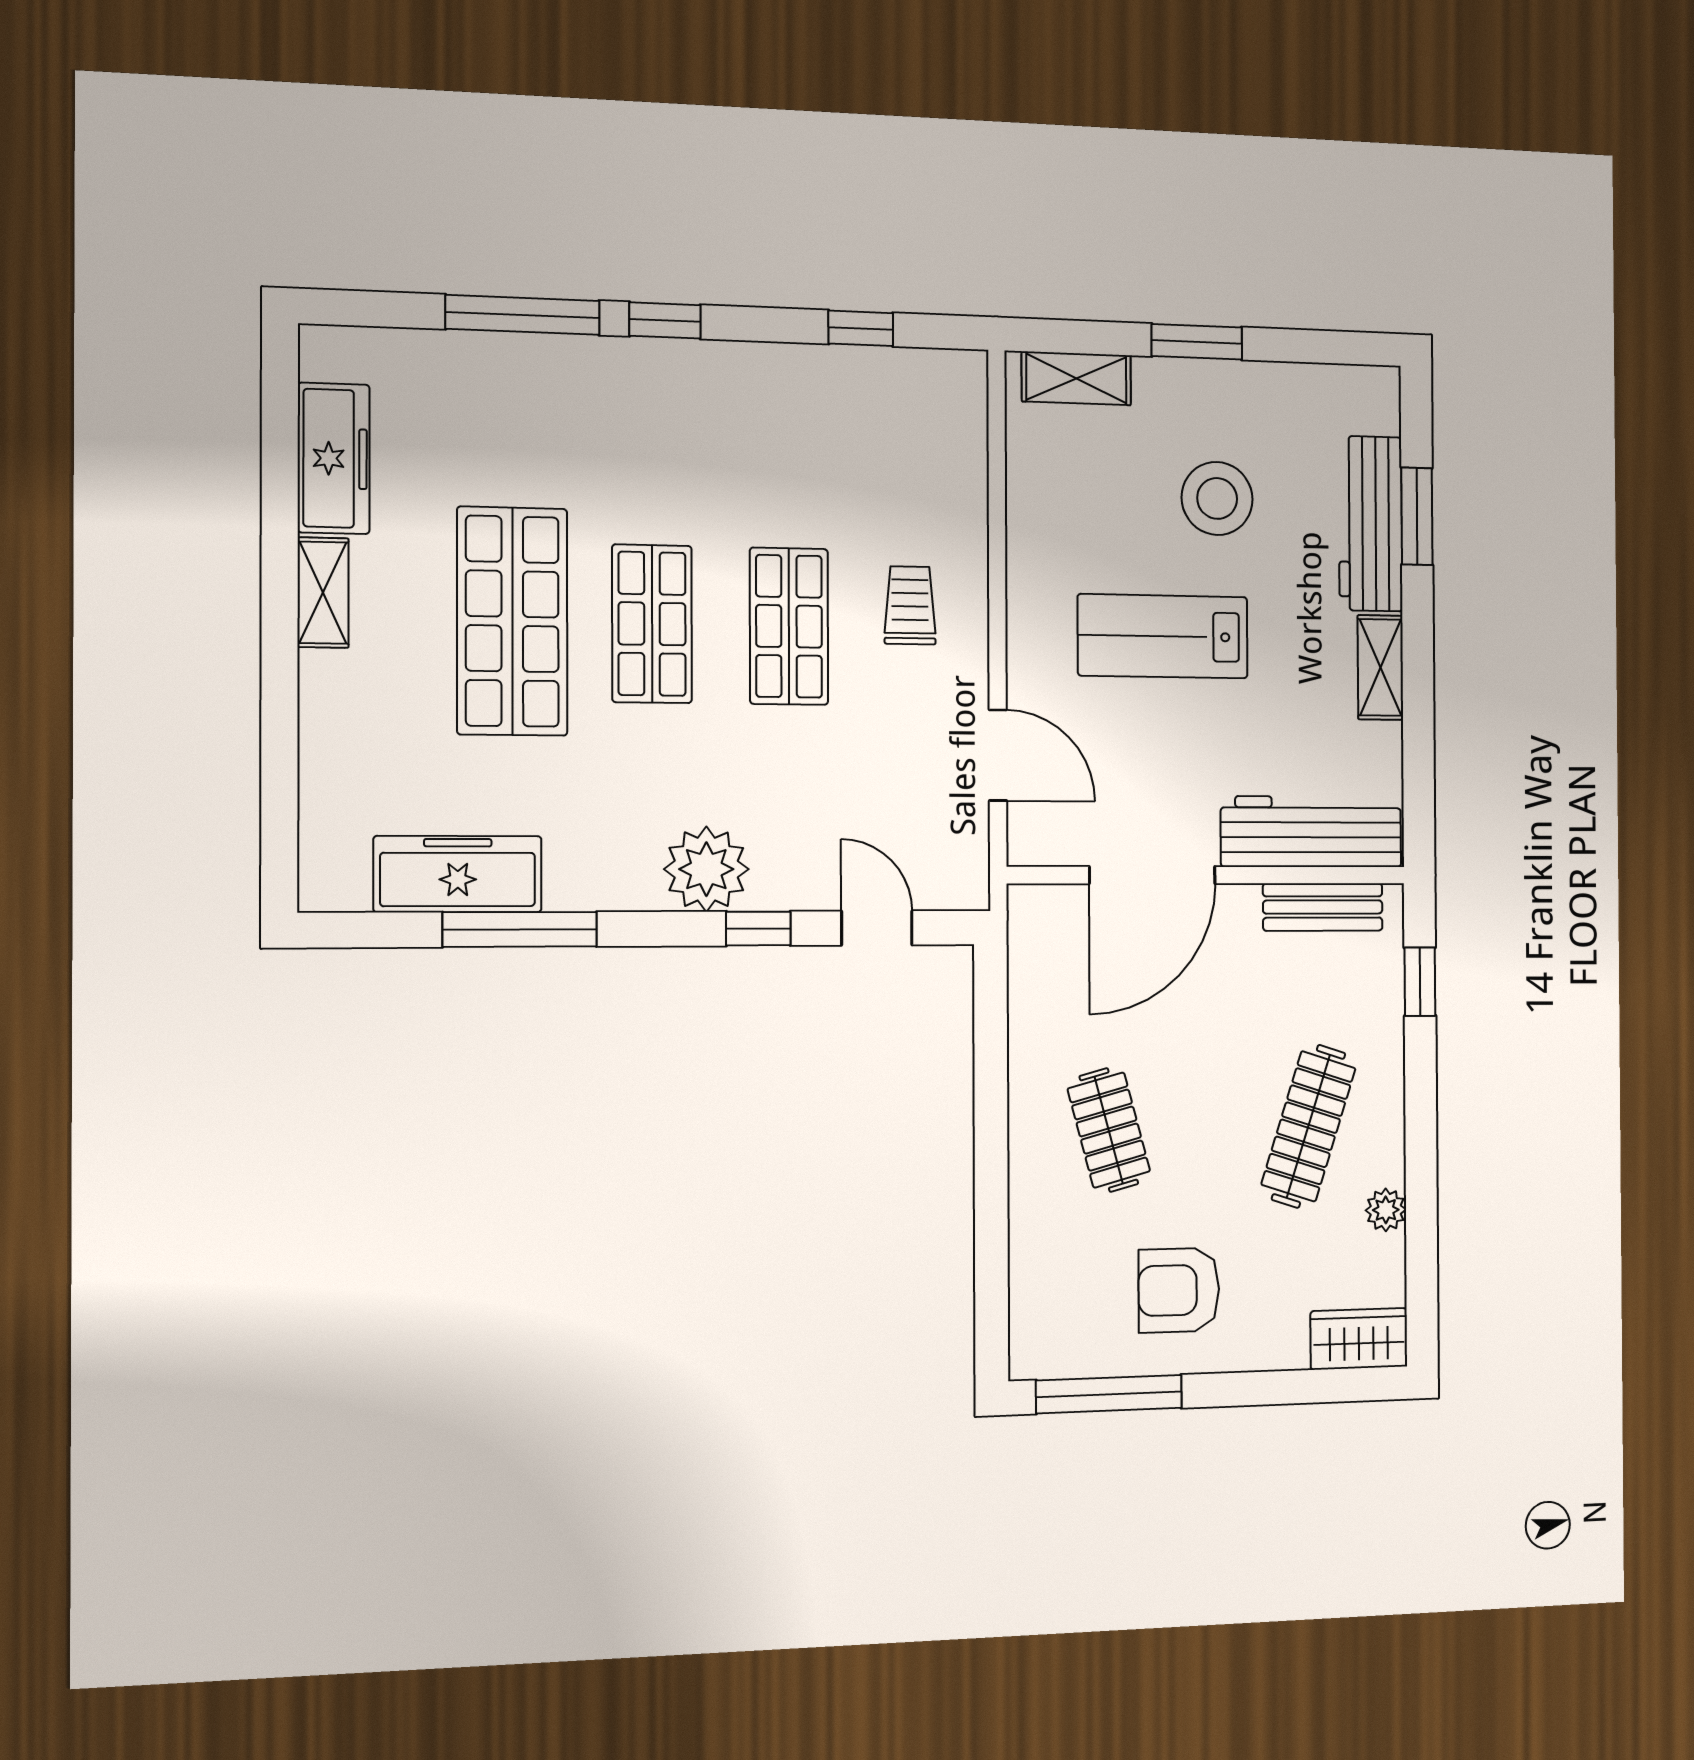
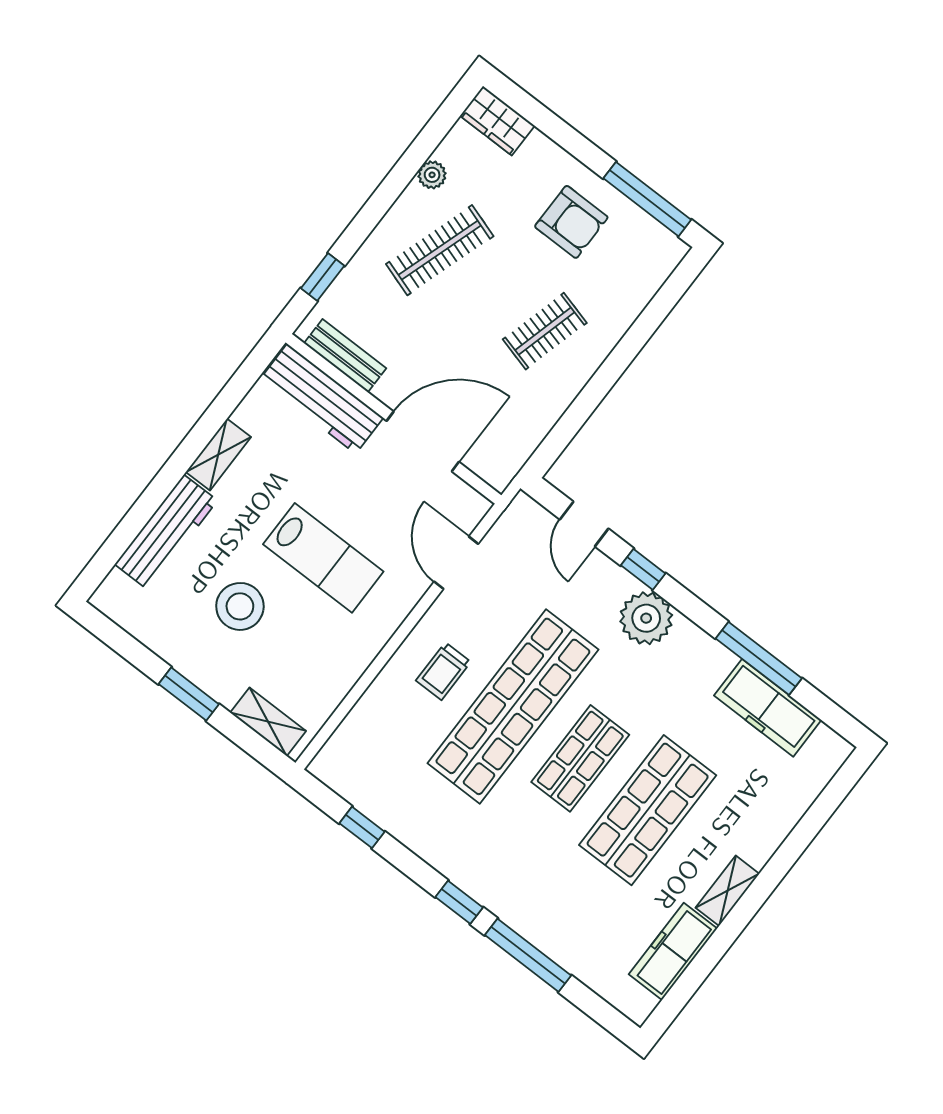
window: (1417, 516) -> (137, 517), removed
shop shelf: (789, 626) -> (513, 706), width x2.00, depth x1.36
clothes rail: (1109, 1130) -> (545, 331), turned 30

